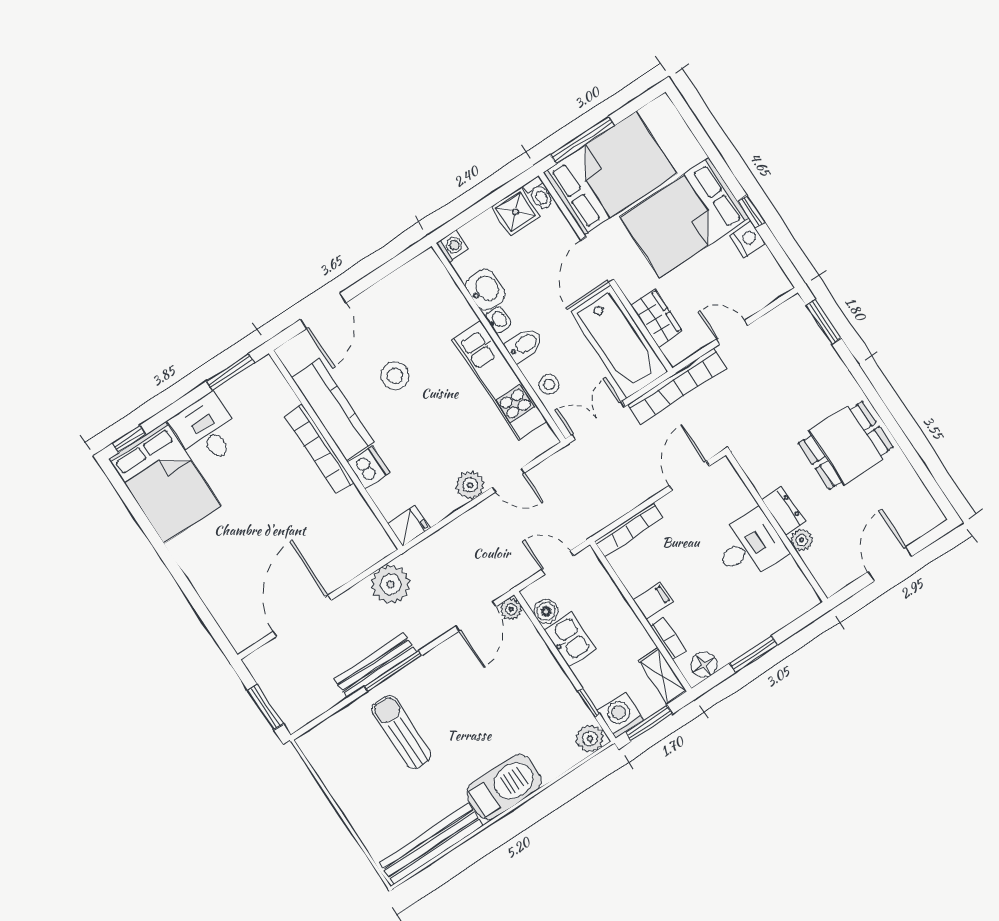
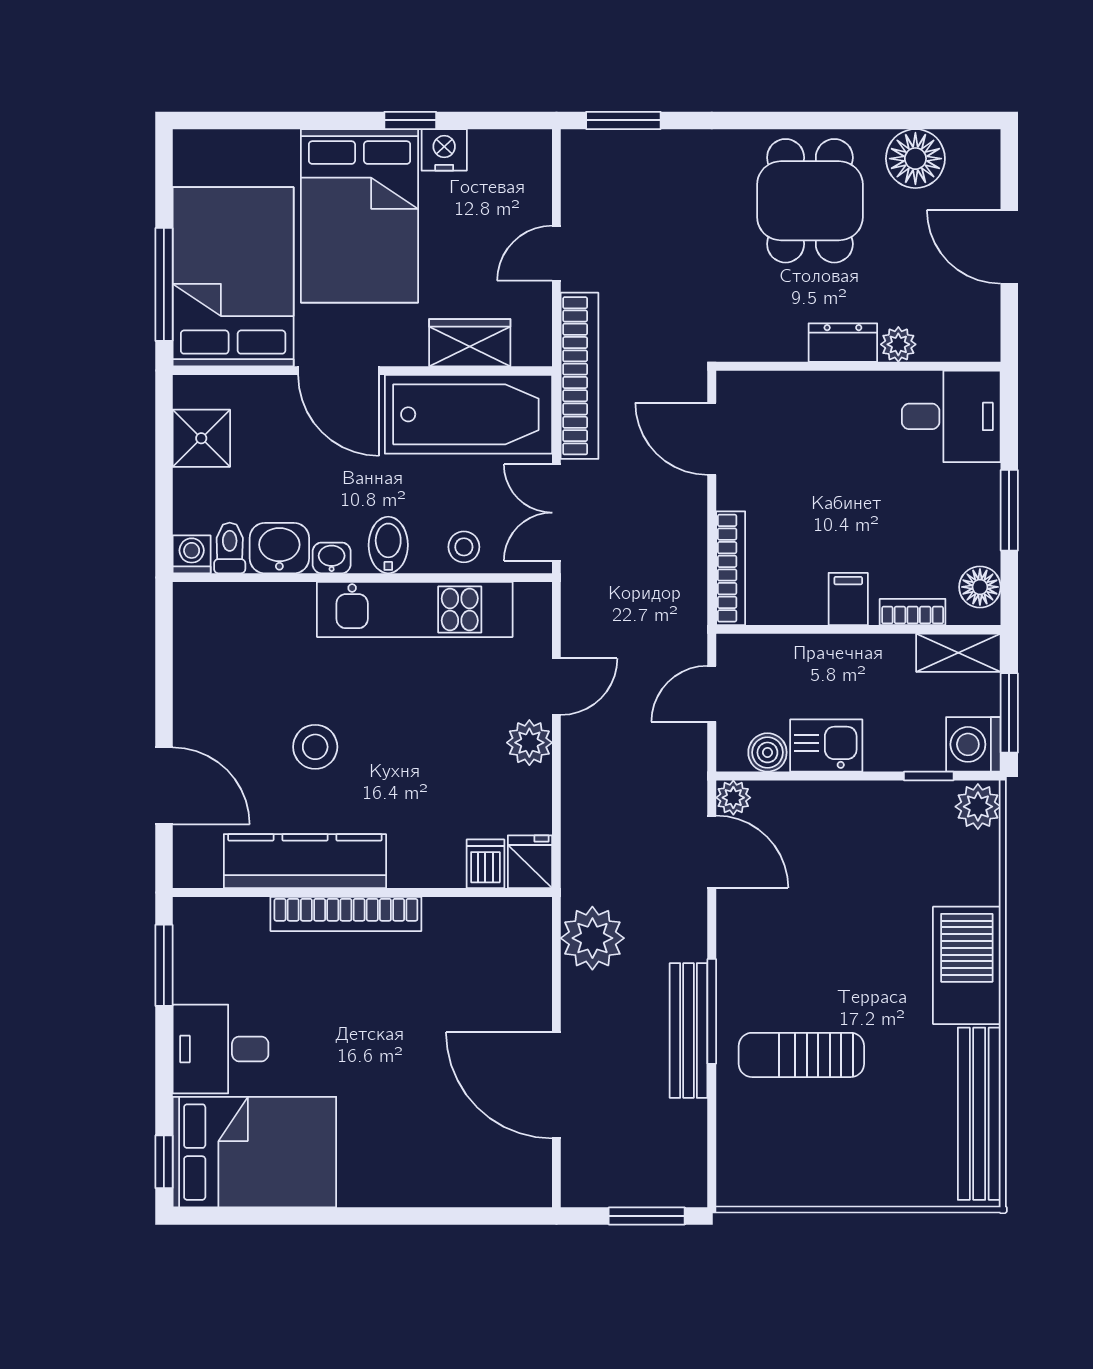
toilet: (539, 194) -> (230, 548), moved, turned -90
dishwasher: (369, 468) -> (485, 864), moved, width x0.73
floor lamp: (904, 486) -> (915, 159), added
desk: (750, 546) -> (951, 416), moved, turned 90

